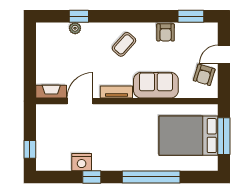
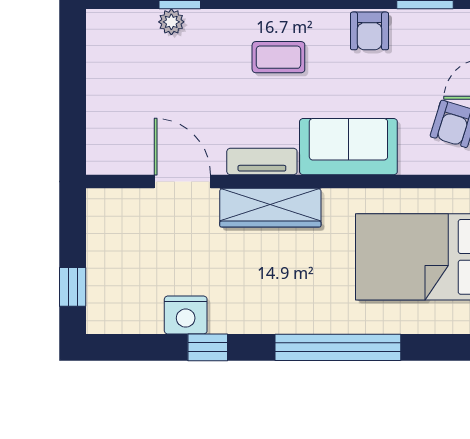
coffee table: (124, 44) -> (278, 57), turned 48
fireplace: (51, 92) -> (119, 161), removed
door: (80, 101) -> (182, 181), hinge flipped
wardrobe: (120, 113) -> (270, 208), added

